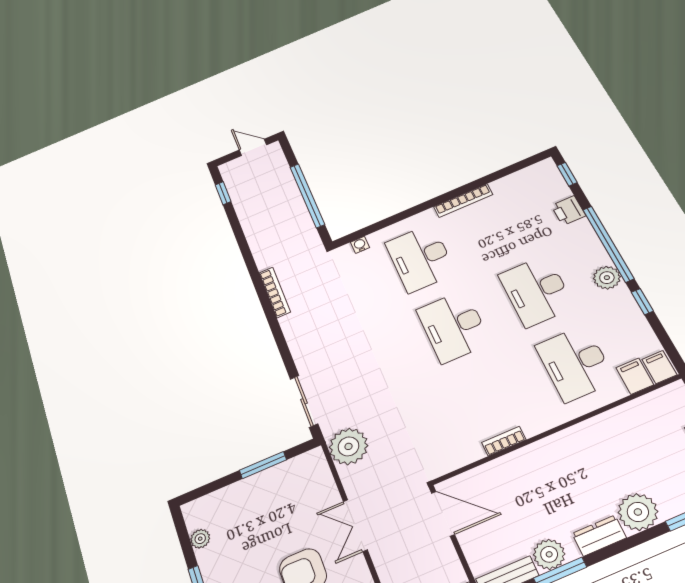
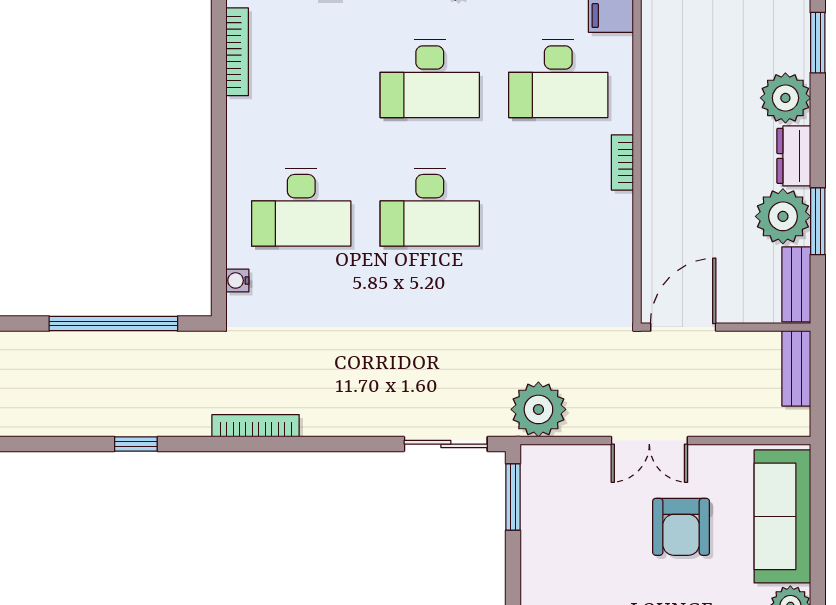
window: (223, 193) -> (136, 444), moved
bookcase: (463, 201) -> (237, 52), moved
bookcase: (504, 441) -> (622, 162), moved
window: (263, 465) -> (513, 497), moved
plant: (549, 554) -> (783, 216), width x1.36, depth x1.36

